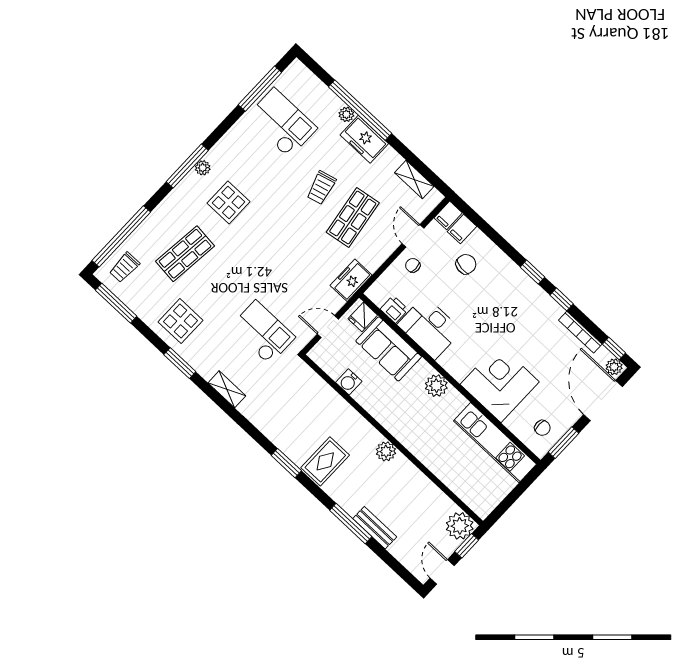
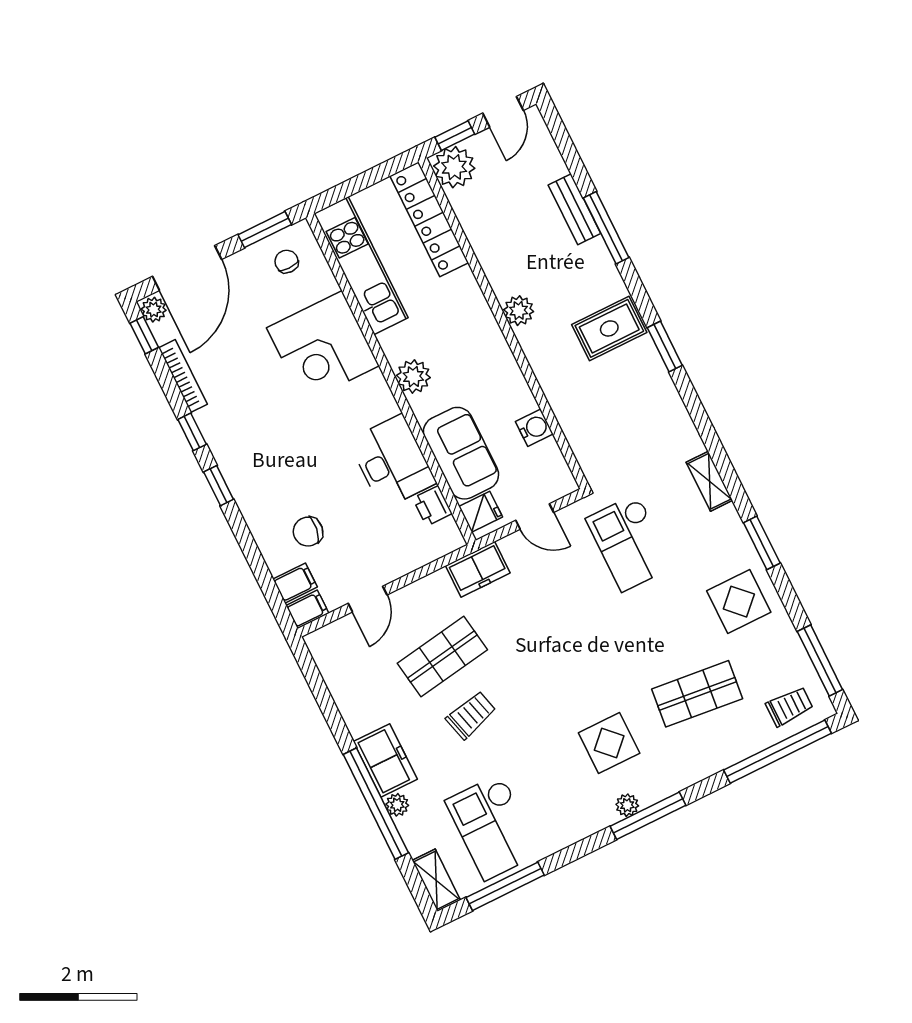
shelving: (414, 179) -> (436, 880), moved
chair: (413, 265) -> (383, 558), removed
locker: (463, 488) -> (429, 219), added

